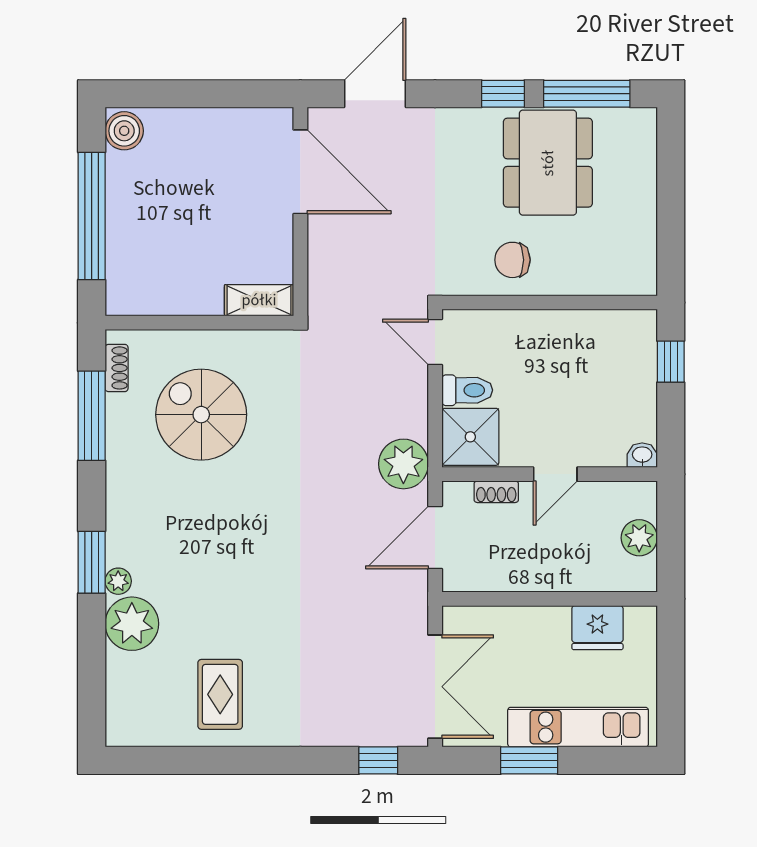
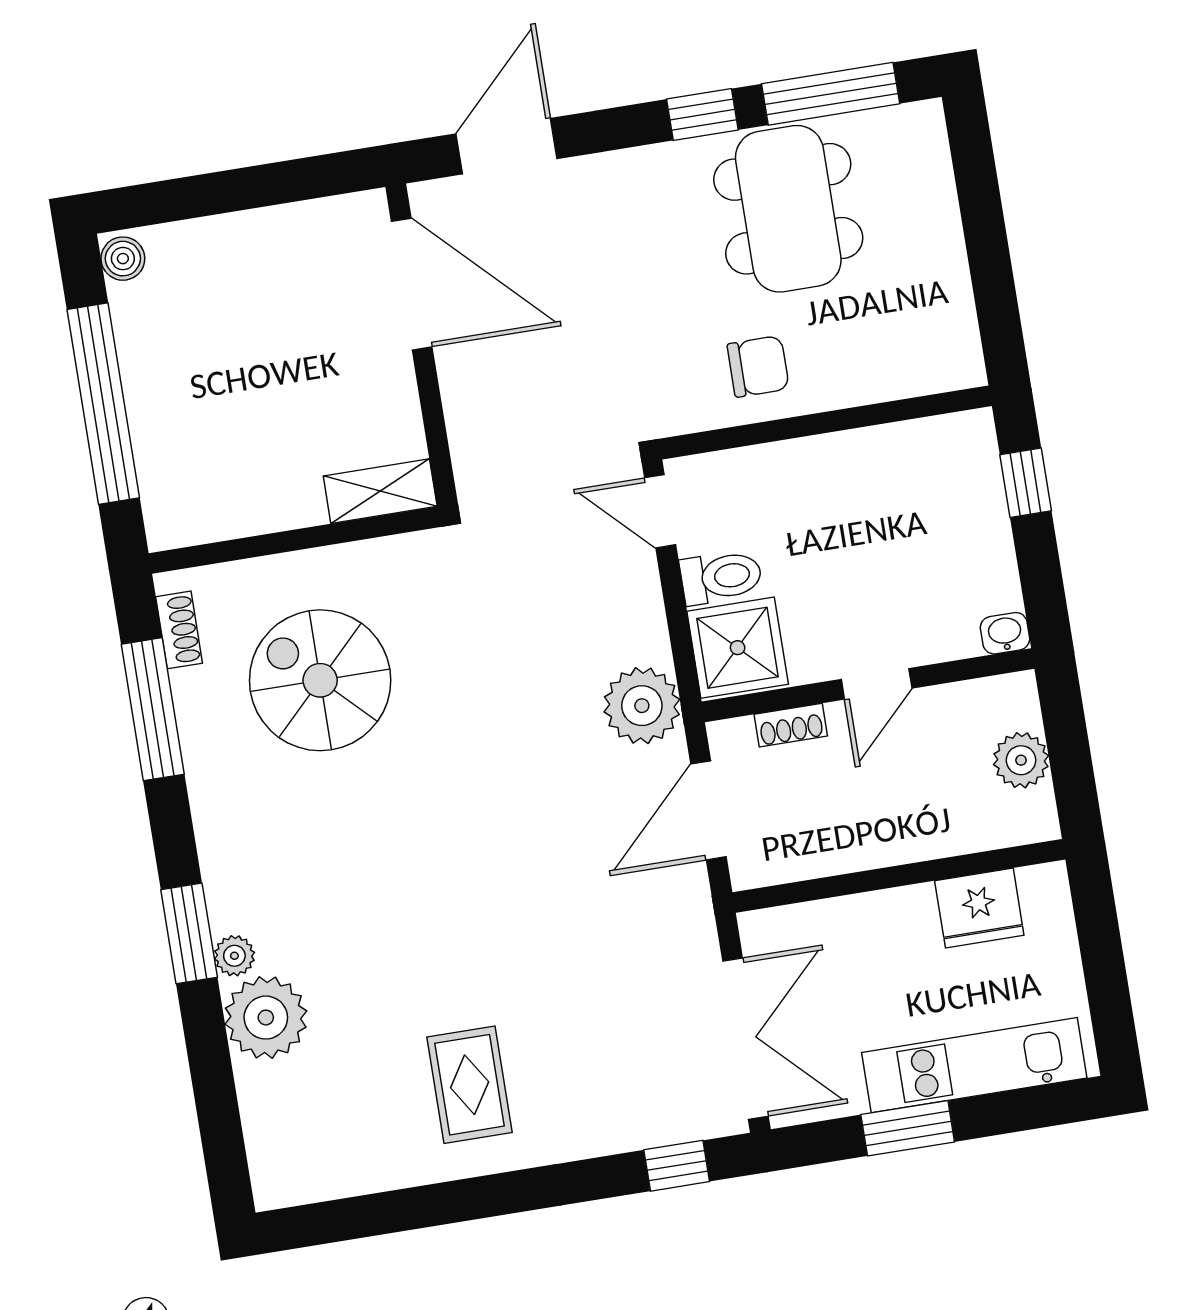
boiler: (124, 131) -> (123, 259), width x0.73, depth x0.73
chair: (512, 260) -> (758, 366), turned 180
rug: (220, 694) -> (470, 1085), moved

